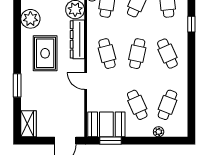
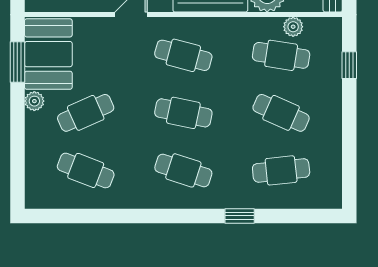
cafe table: (107, 54) -> (183, 55), turned 30
cafe table: (167, 54) -> (183, 170), turned 42
plant: (159, 132) -> (34, 101), moved

